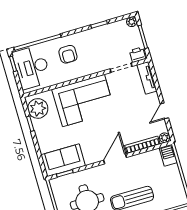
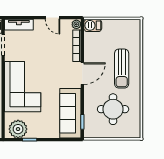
door: (115, 159) -> (82, 74), swing flipped
sofa: (63, 160) -> (70, 113), width x1.36

